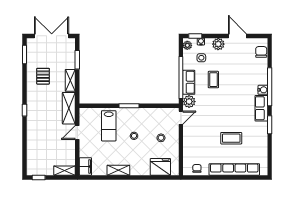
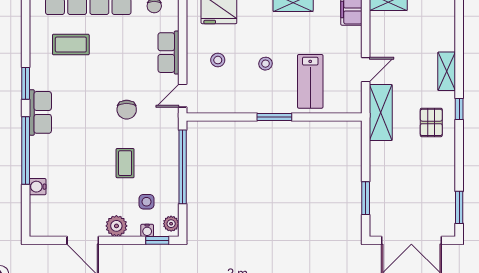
chair: (261, 52) -> (127, 110), moved
pallet: (43, 76) -> (431, 122), moved
shelving: (70, 80) -> (447, 71), moved
row of seats: (189, 82) -> (169, 53), moved
water cooler: (263, 90) -> (38, 187), moved
plant: (189, 102) -> (168, 124), removed
lab bench: (109, 126) -> (310, 81), turned 180
coffee table: (231, 138) -> (71, 45), moved

